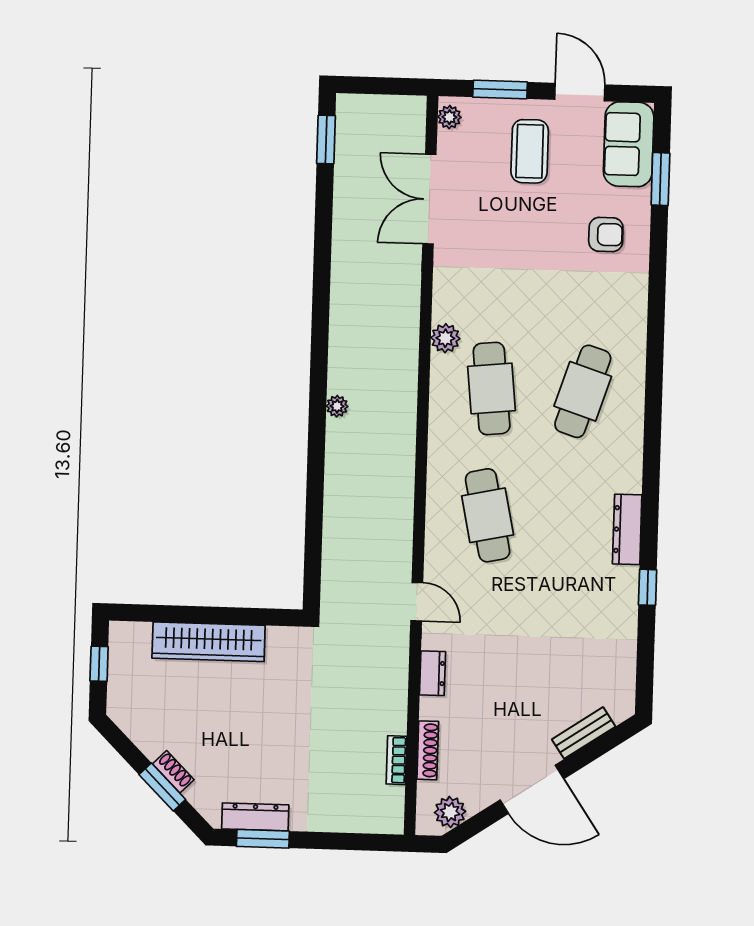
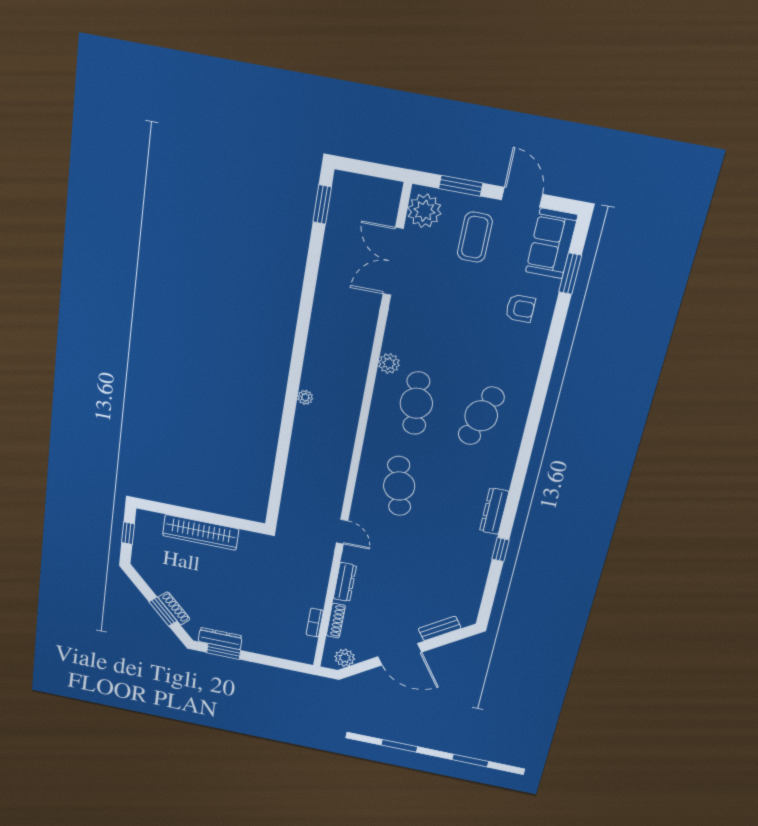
plant: (449, 117) -> (424, 211), width x1.87, depth x1.87
dresser: (433, 673) -> (345, 582), width x1.44
shoe rack: (173, 772) -> (174, 608), width x1.43

